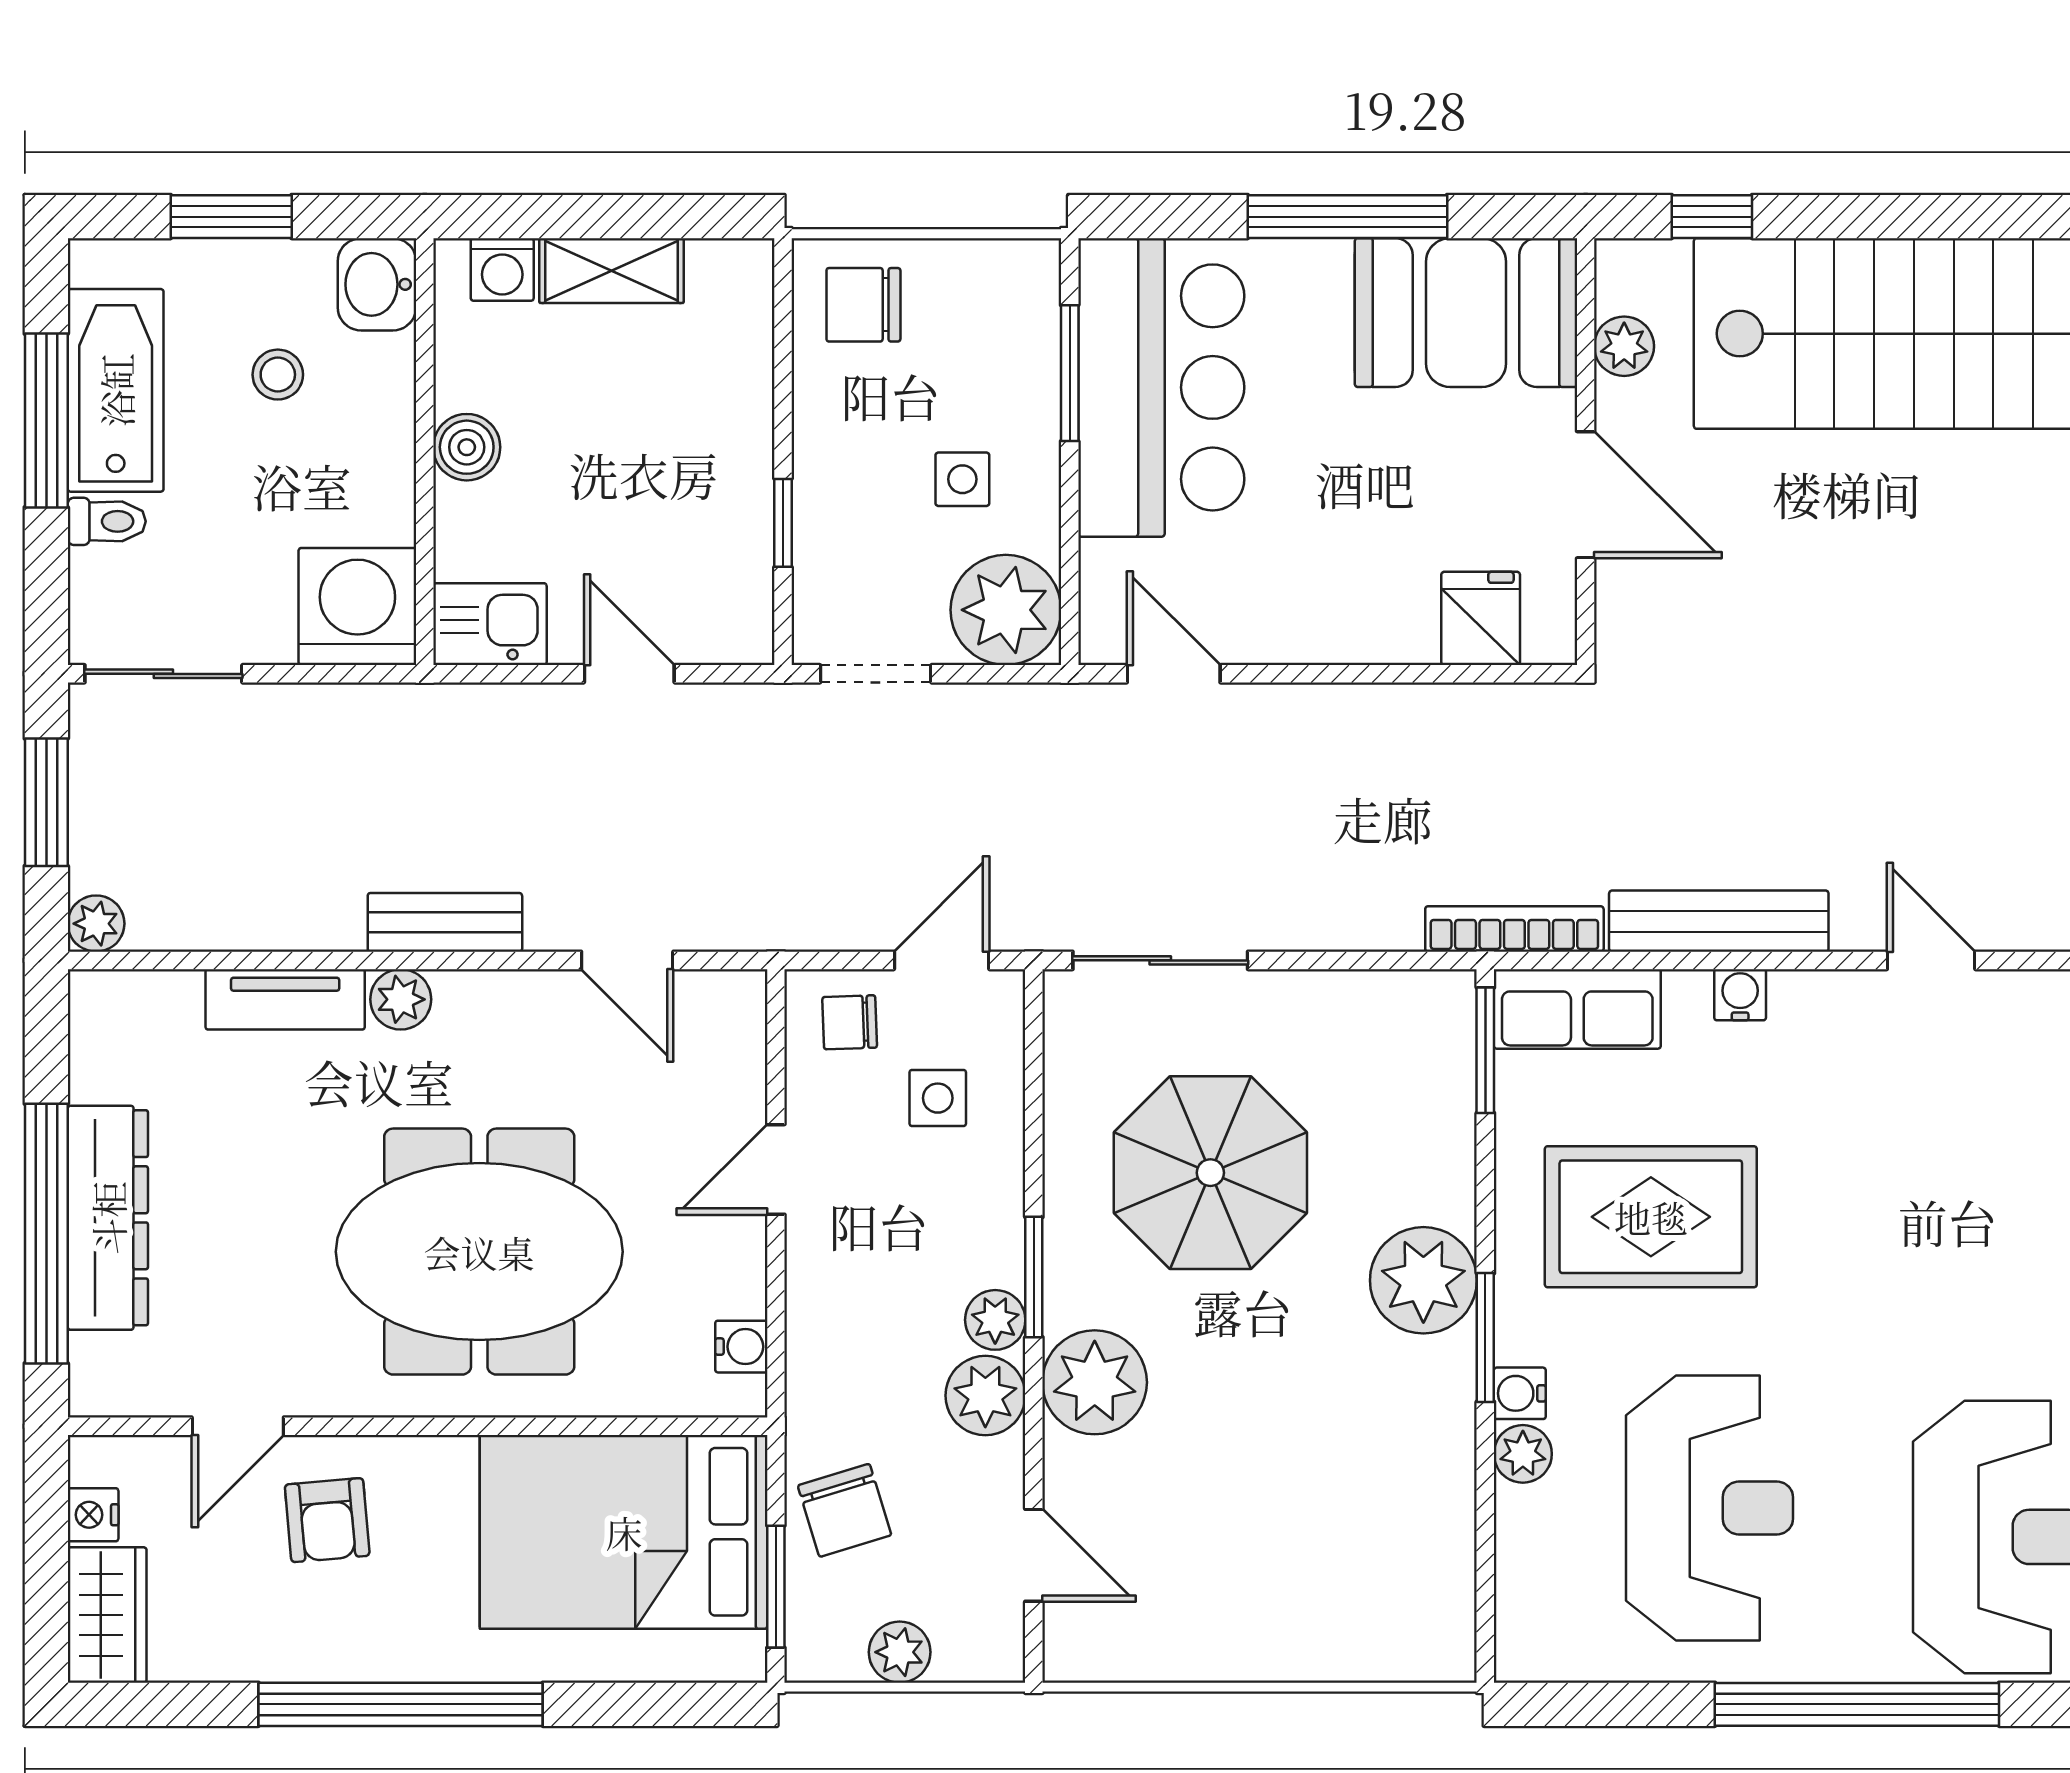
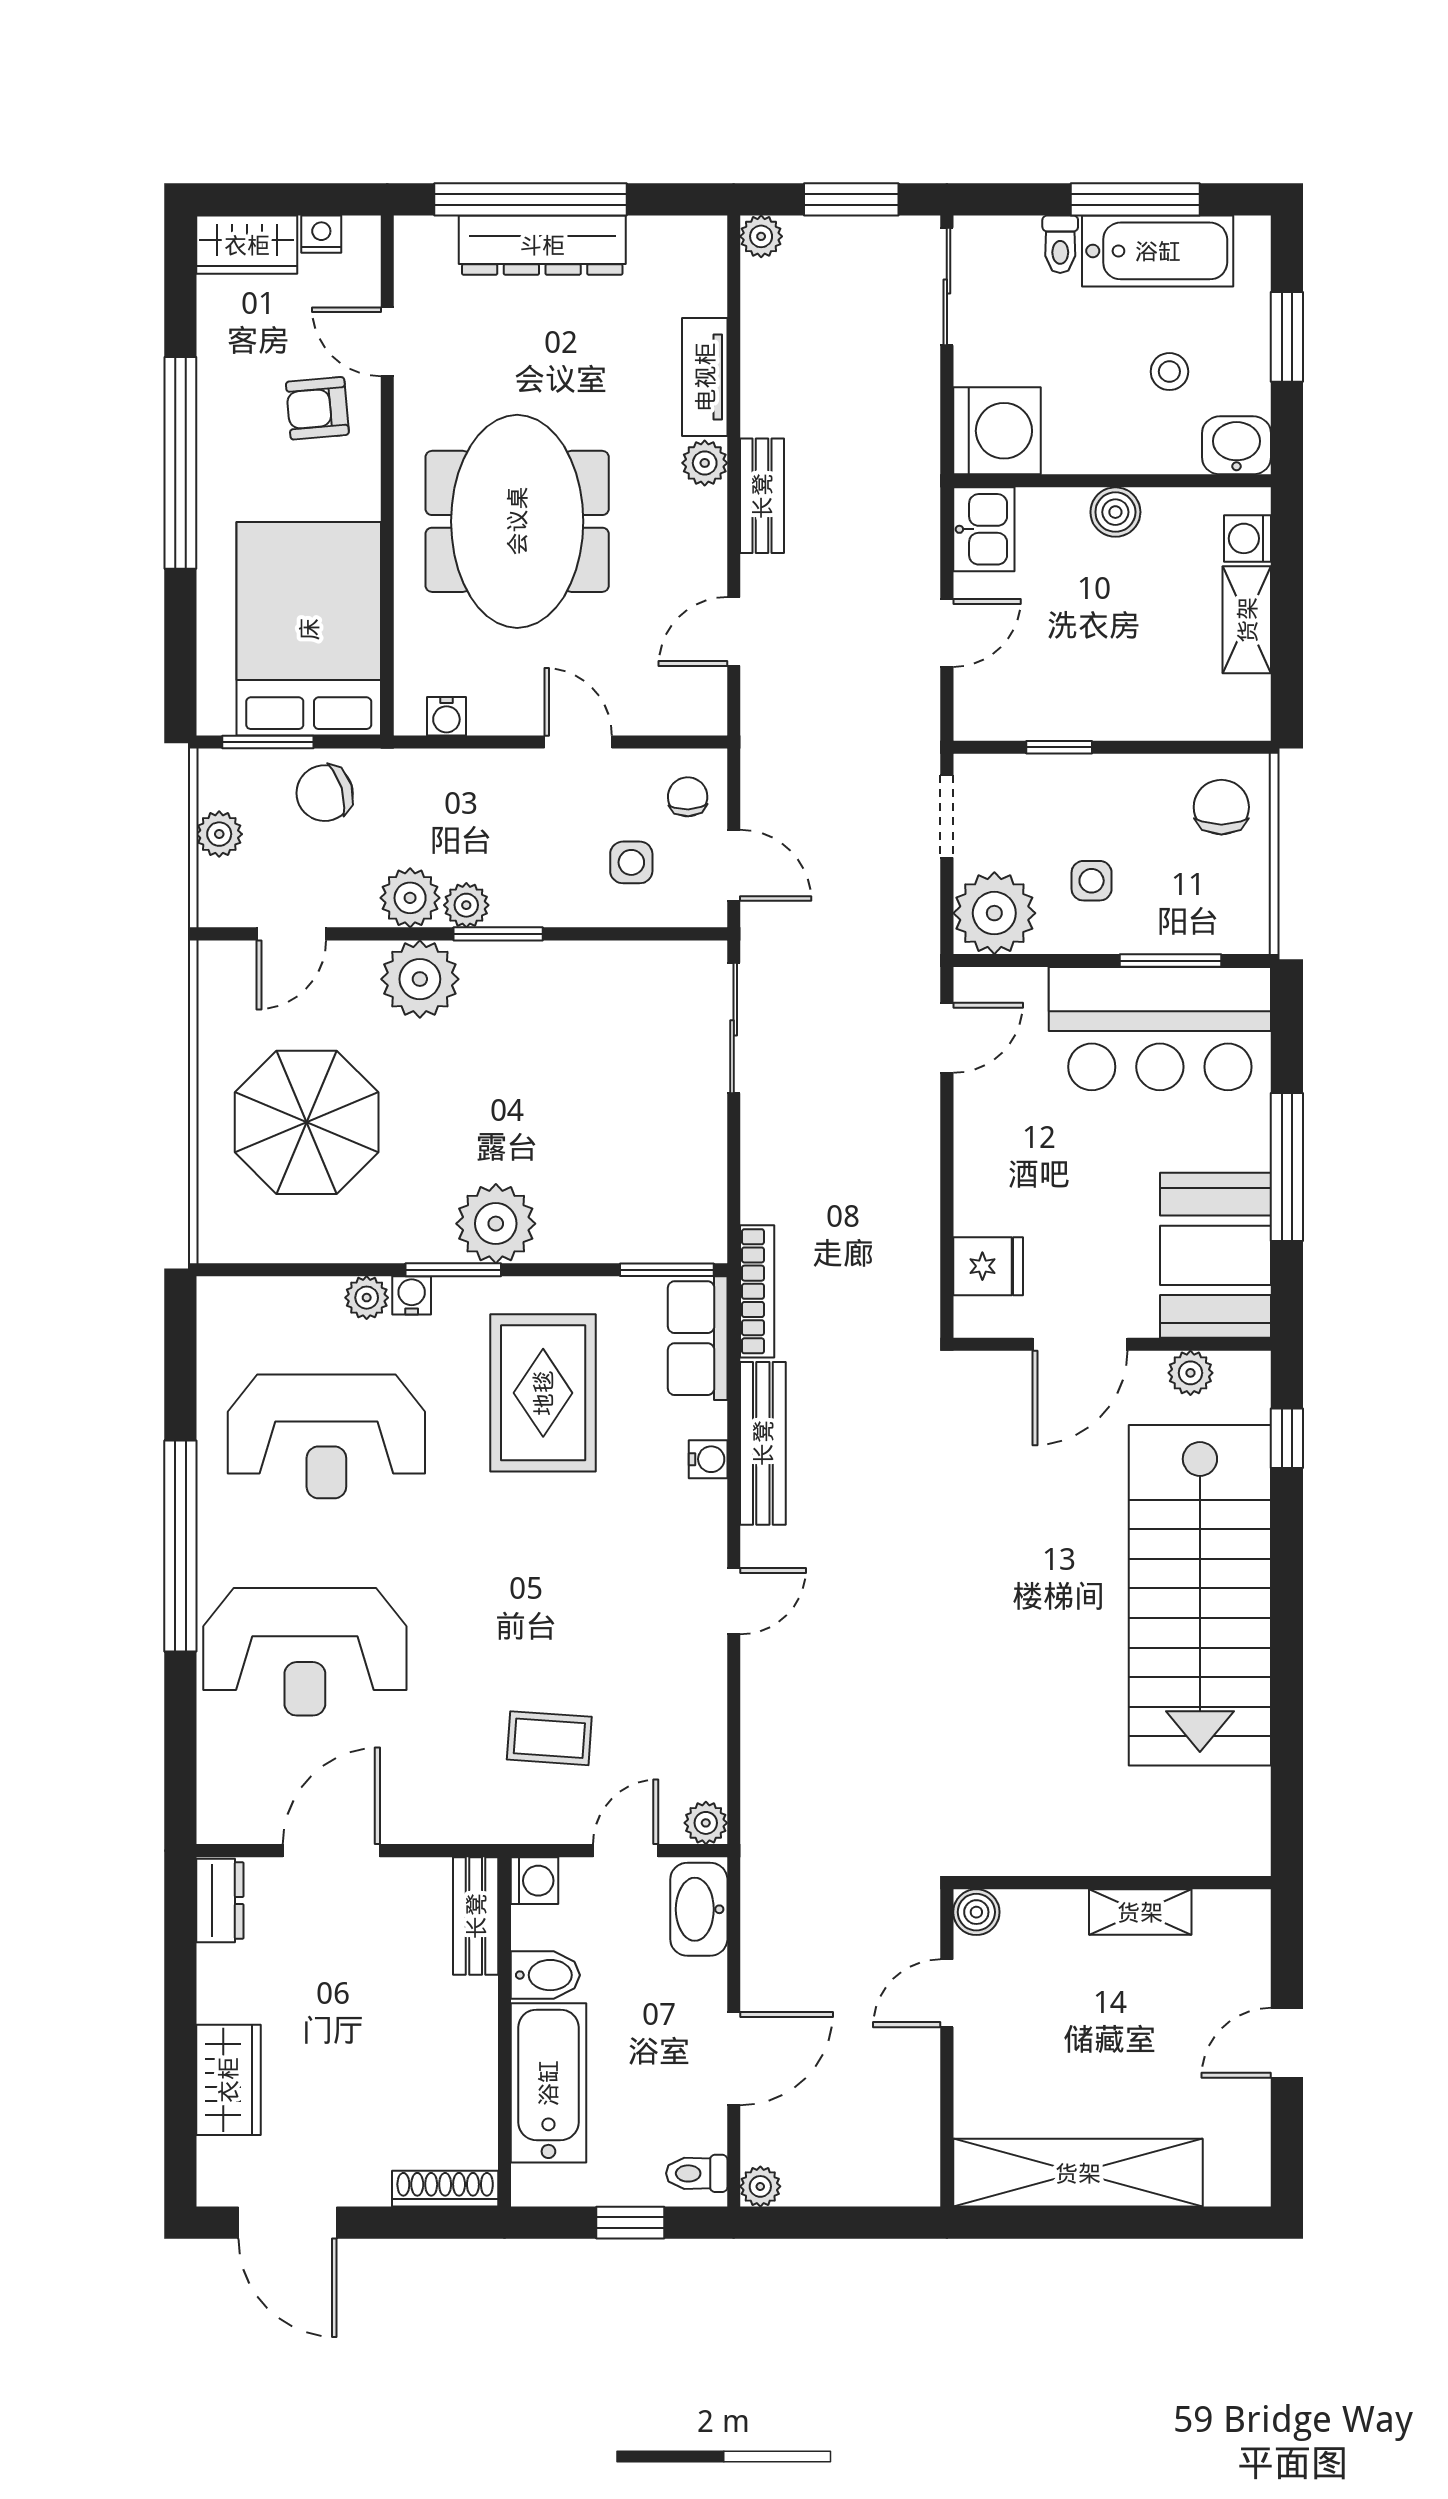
parasol: (1210, 1173) -> (307, 1122), moved

